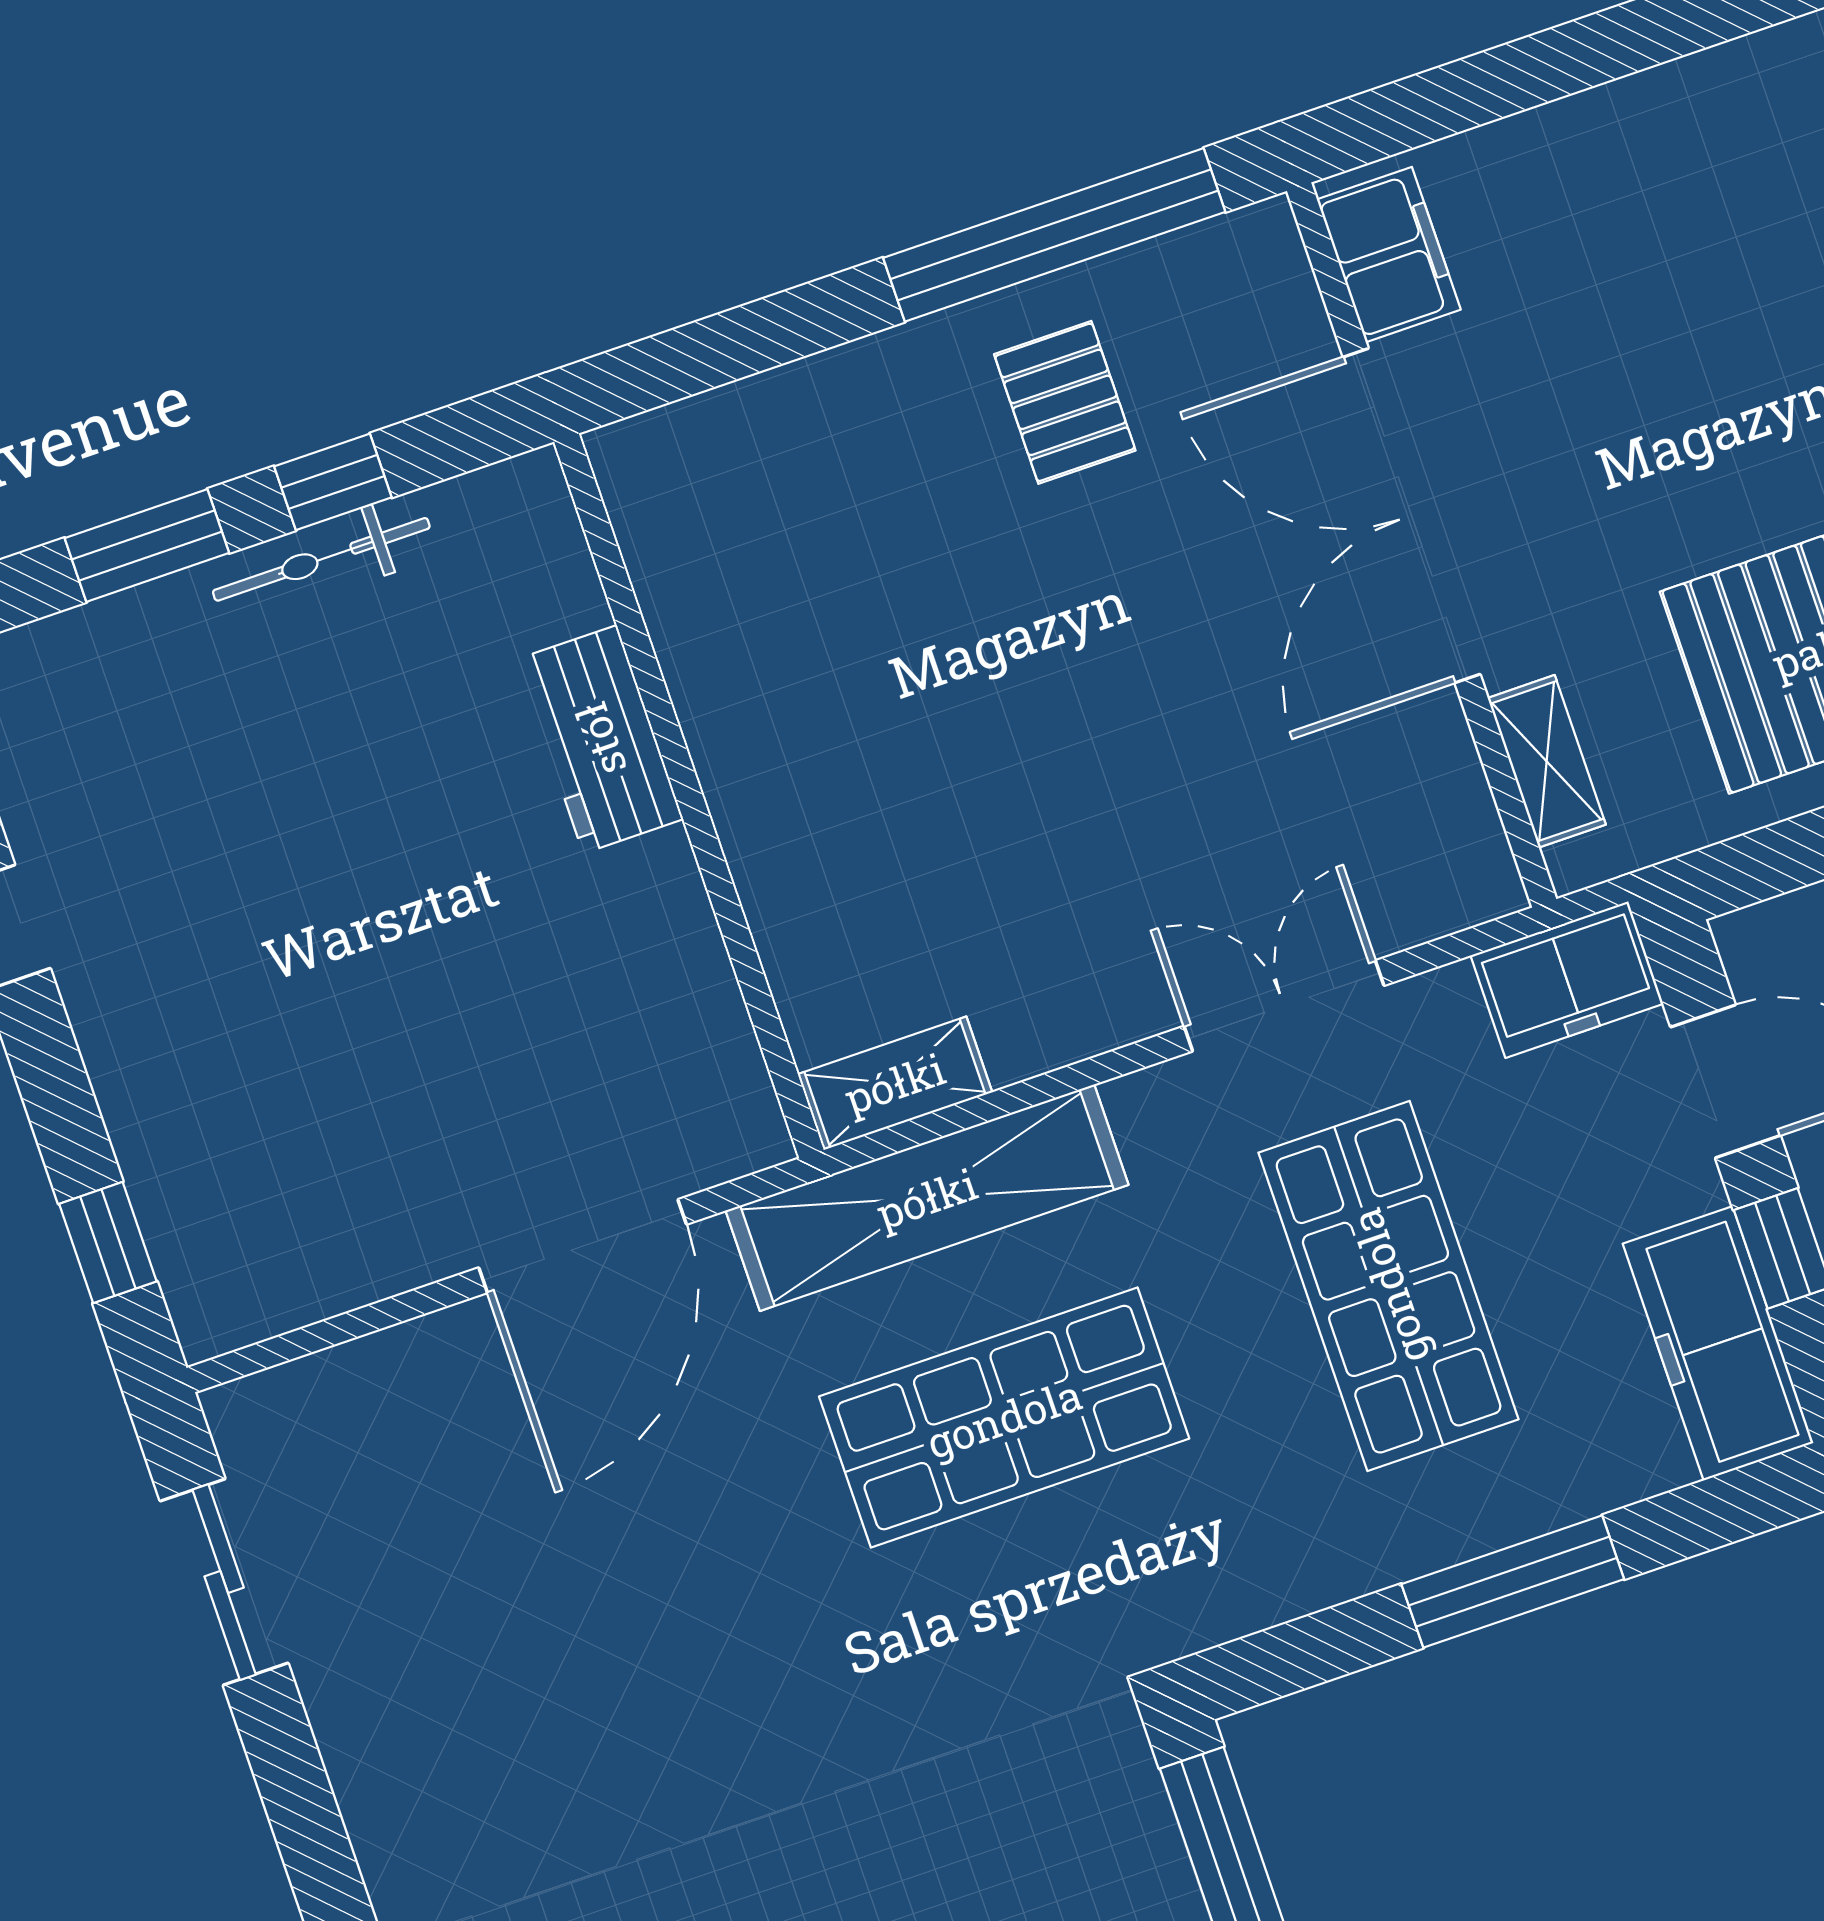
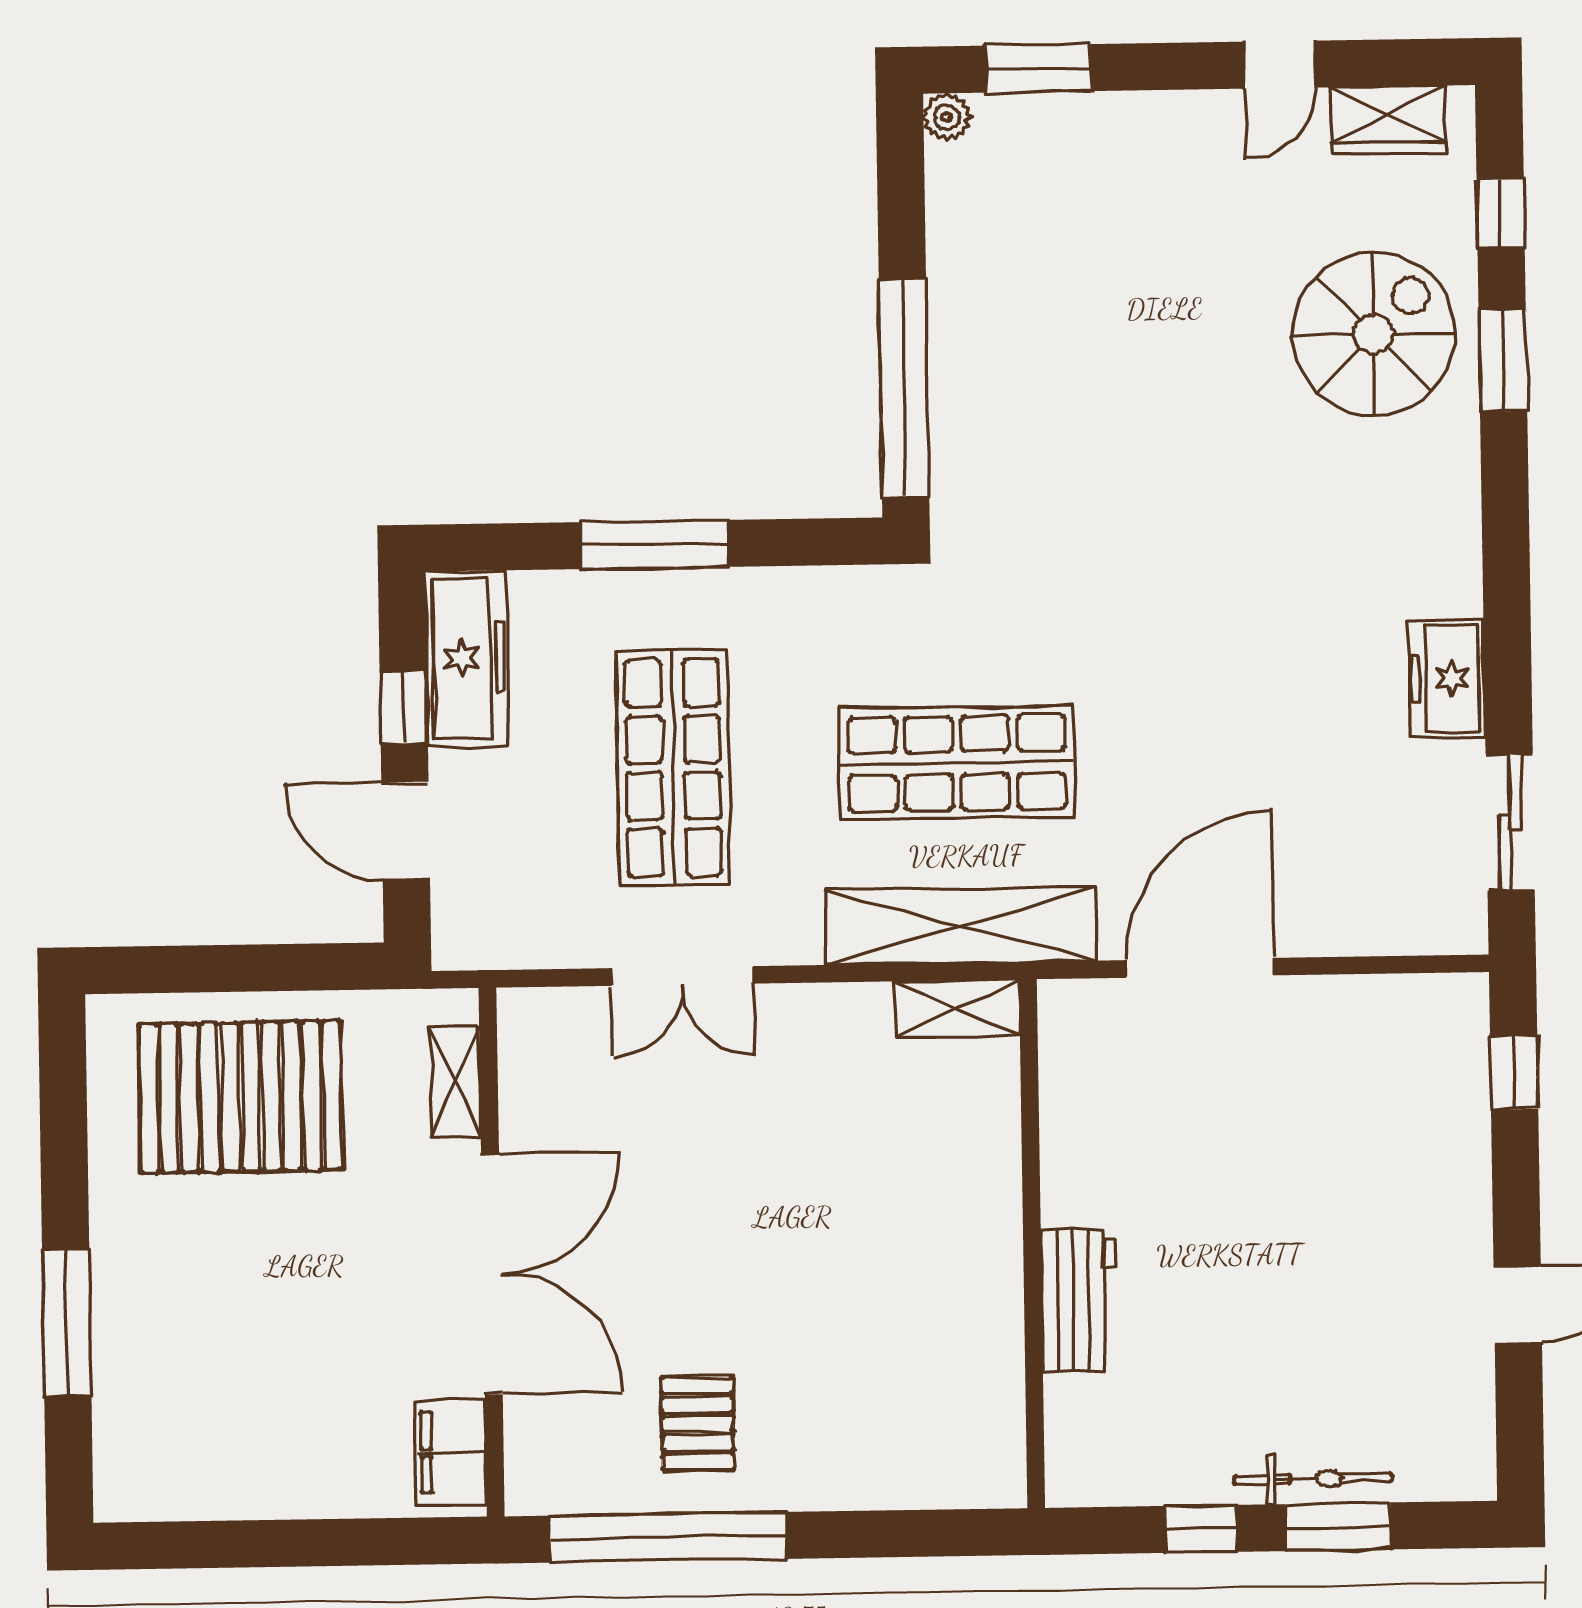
bicycle: (321, 559) -> (1313, 1479), moved
freezer: (1567, 980) -> (1447, 679), moved, turned -90

